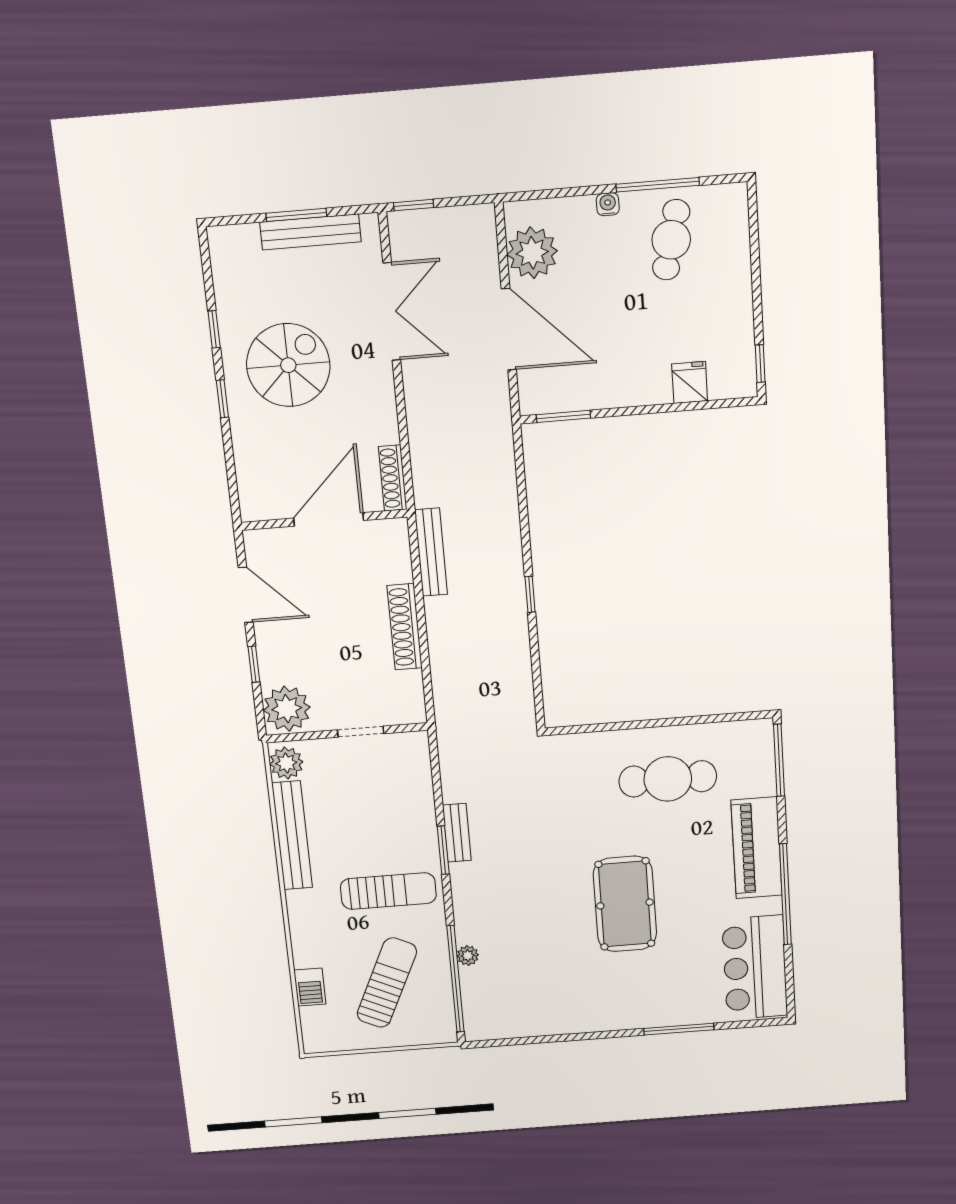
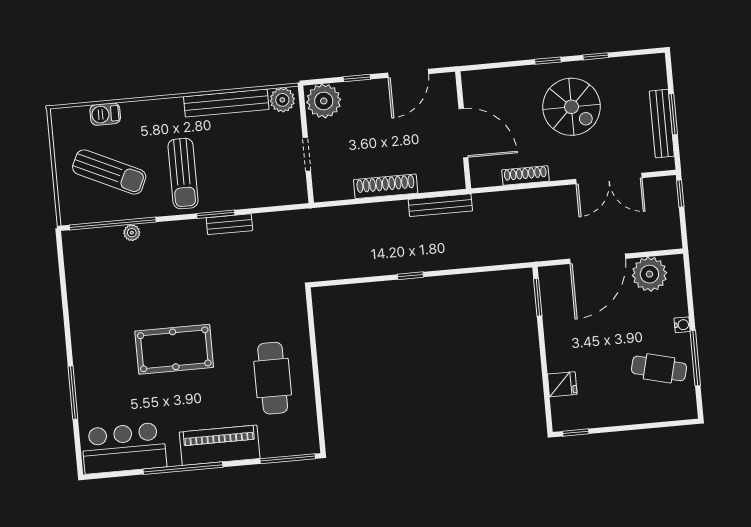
shoe rack: (393, 478) -> (525, 175), moved

